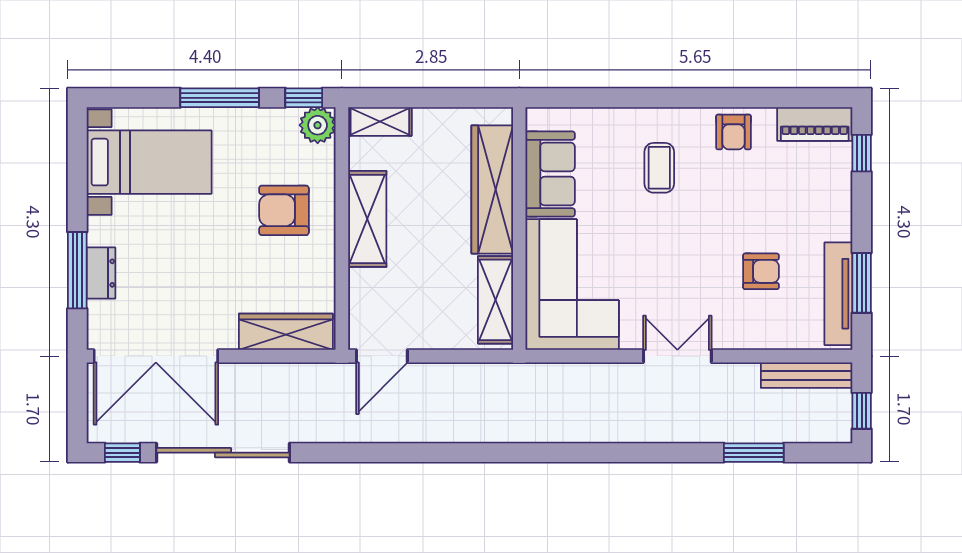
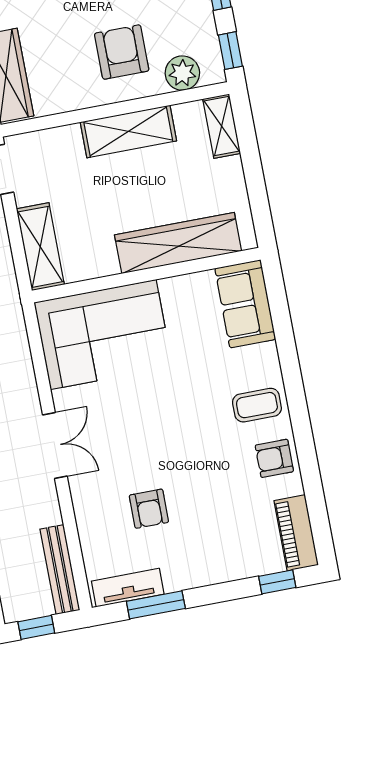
plant: (318, 125) -> (182, 73), moved
coffee table: (659, 168) -> (257, 405), moved
sofa: (550, 174) -> (245, 304), moved, turned 90
tv unit: (838, 294) -> (128, 588), width x0.71
shelving: (495, 300) -> (40, 247), moved, turned 90

